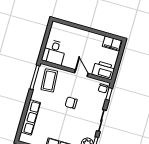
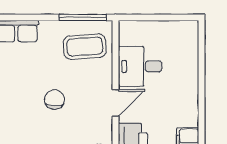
desk: (54, 52) -> (140, 66), moved

